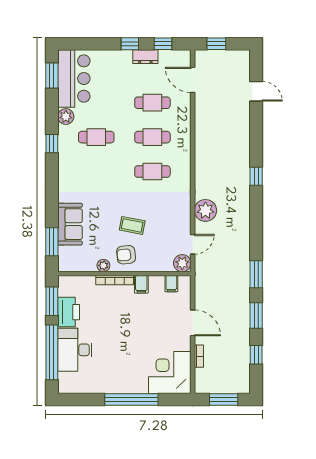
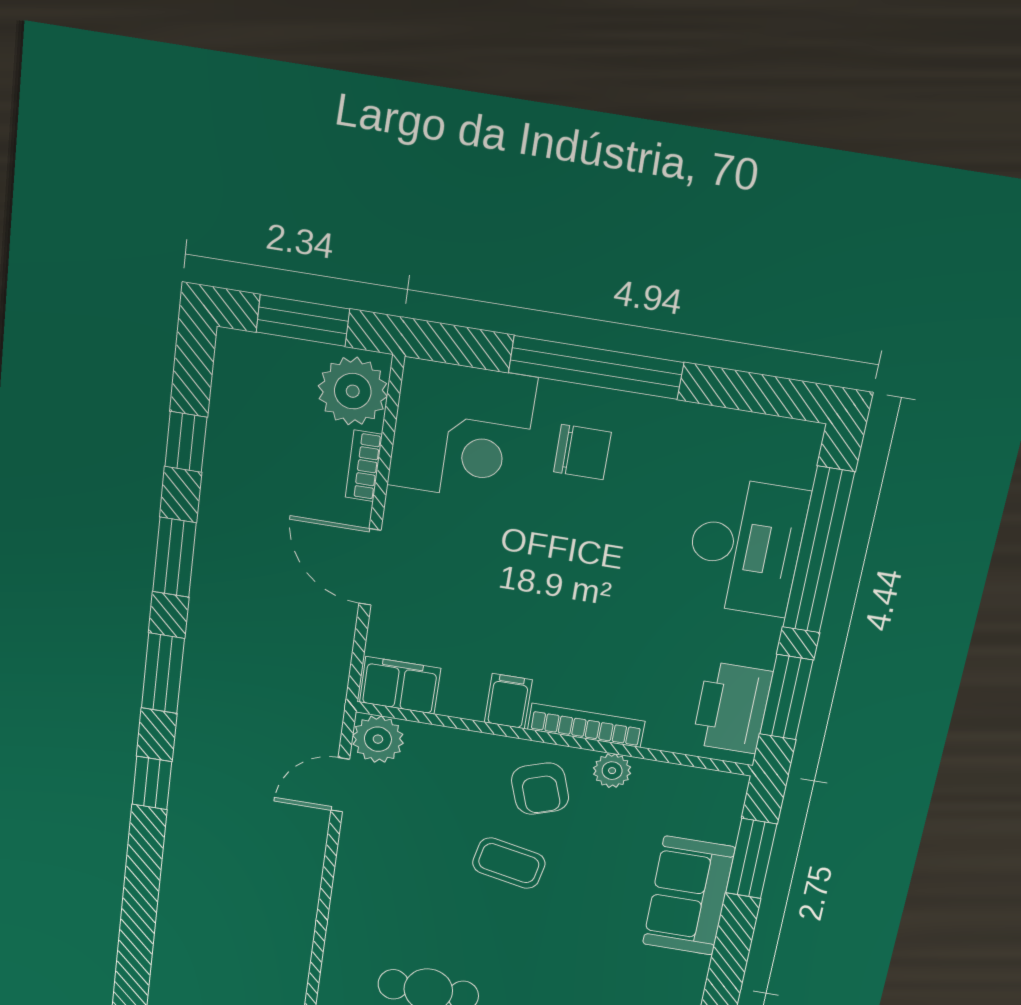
window: (256, 176) -> (152, 783), moved
plant: (205, 210) -> (353, 391), moved
armchair: (126, 255) -> (540, 789), turned 77
filing cabinet: (171, 284) -> (400, 685), width x2.00
printer: (69, 312) -> (732, 708), moved
chair: (131, 372) -> (582, 452), added

